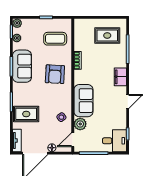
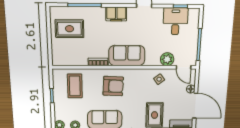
rug: (107, 35) -> (70, 29), turned 90
sofa: (83, 101) -> (127, 56), moved
desk: (114, 141) -> (175, 21), moved

